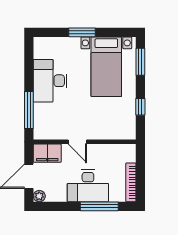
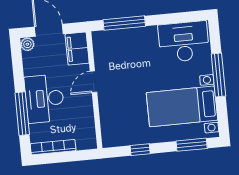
window: (82, 32) -> (218, 75), width x1.44
desk: (50, 81) -> (184, 42), moved

